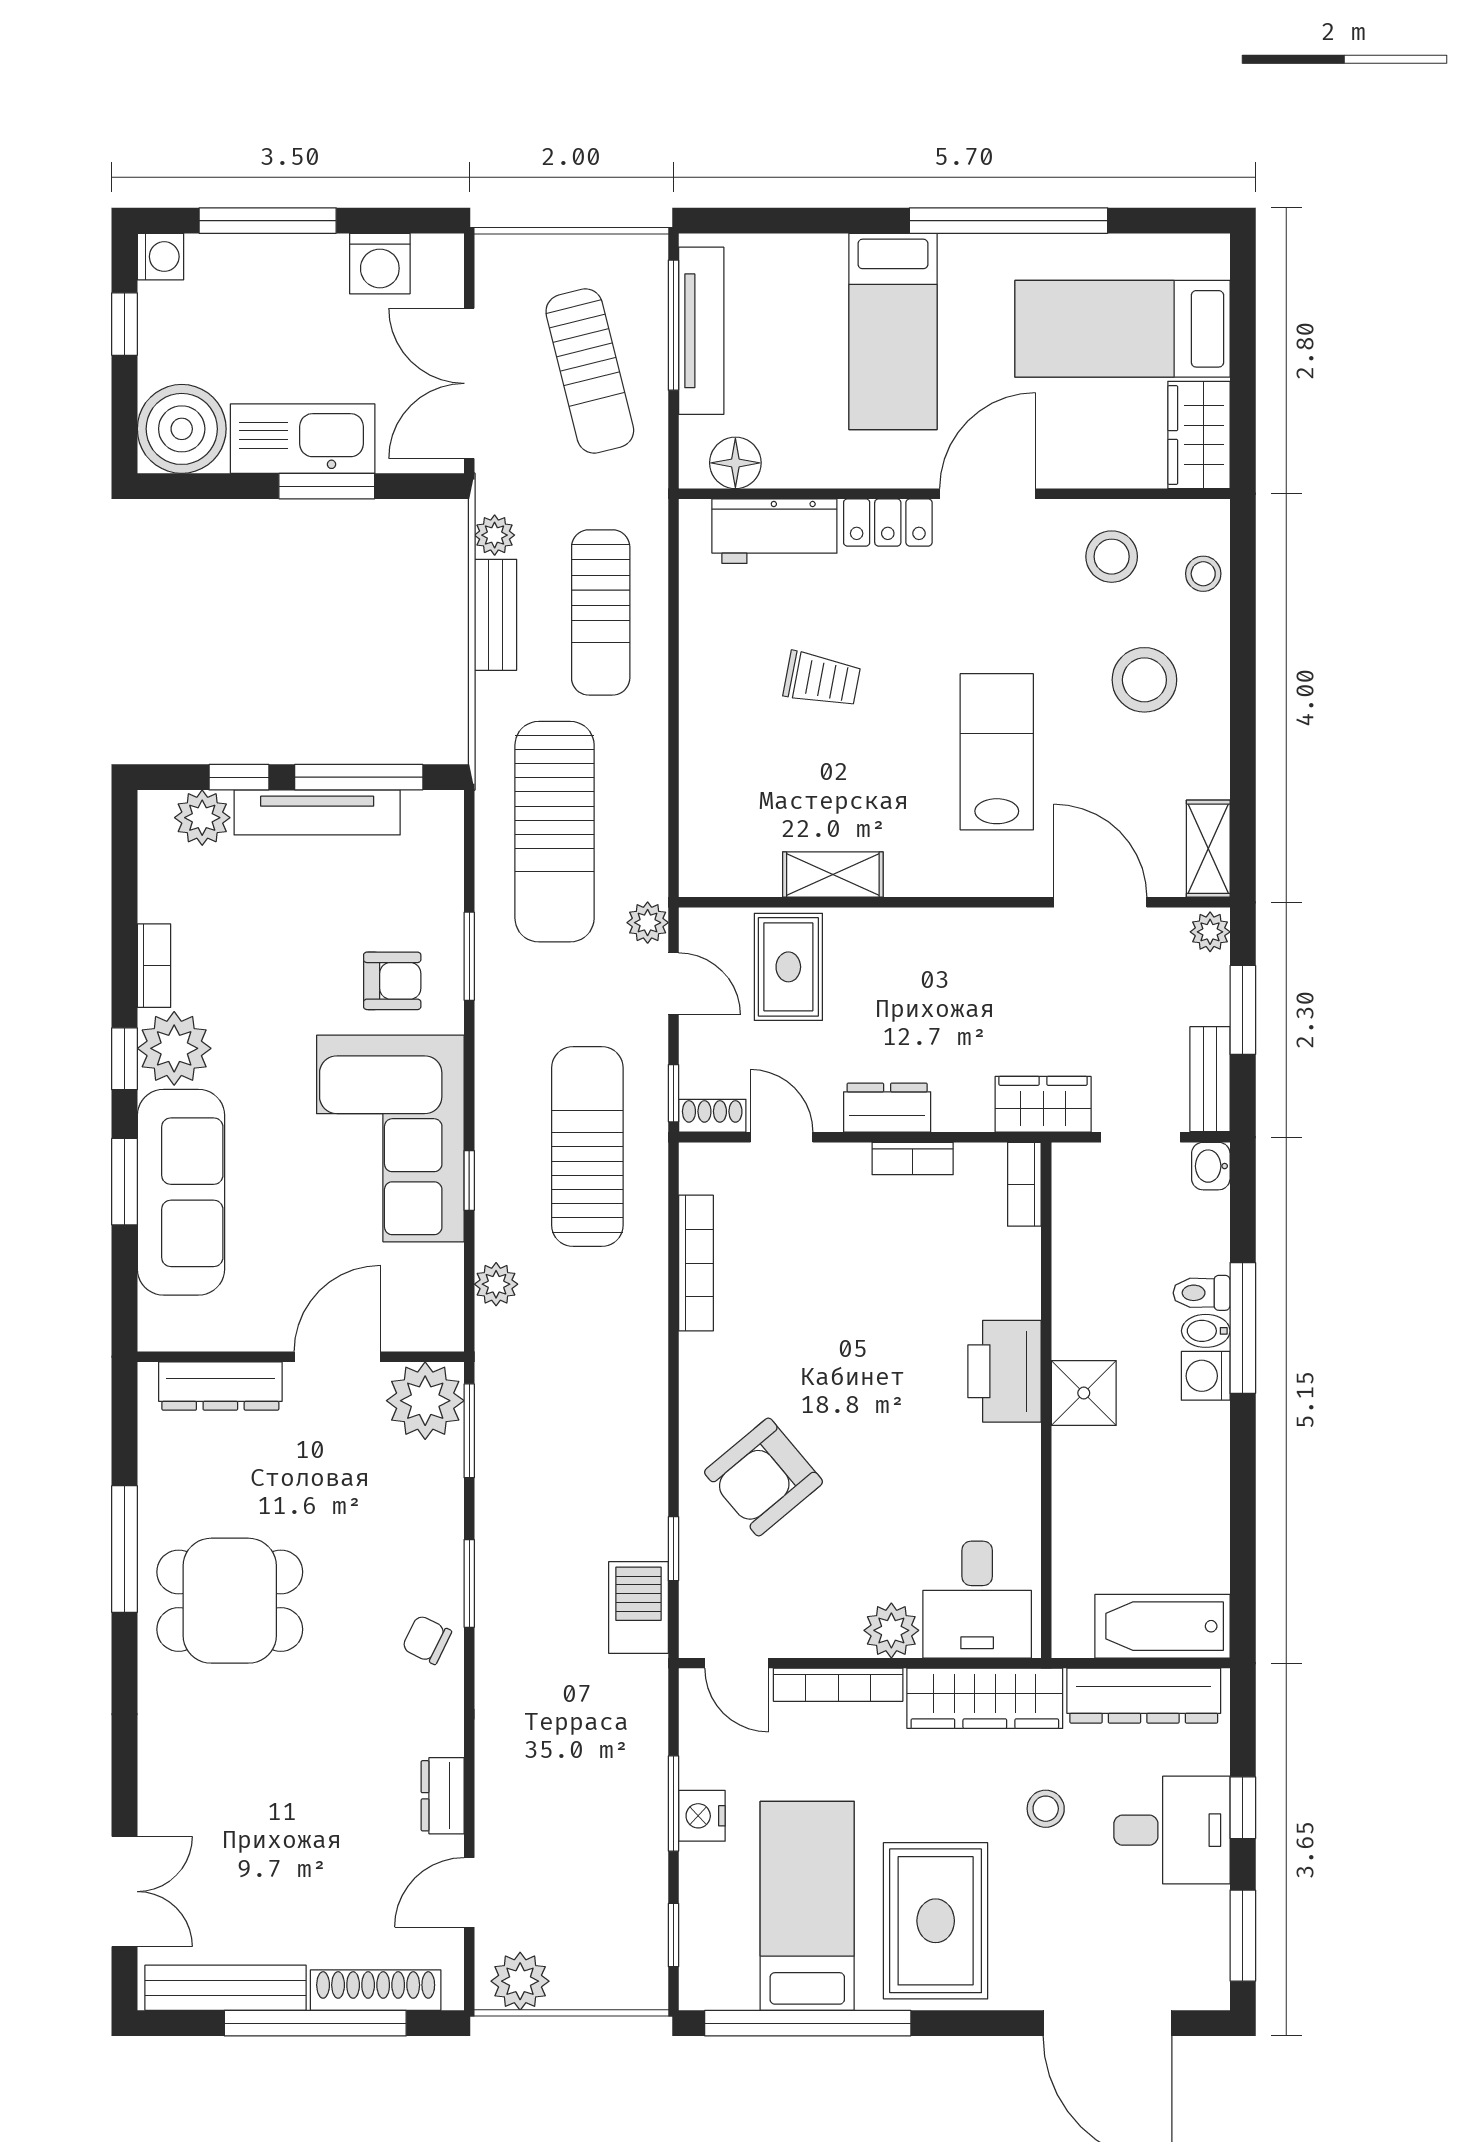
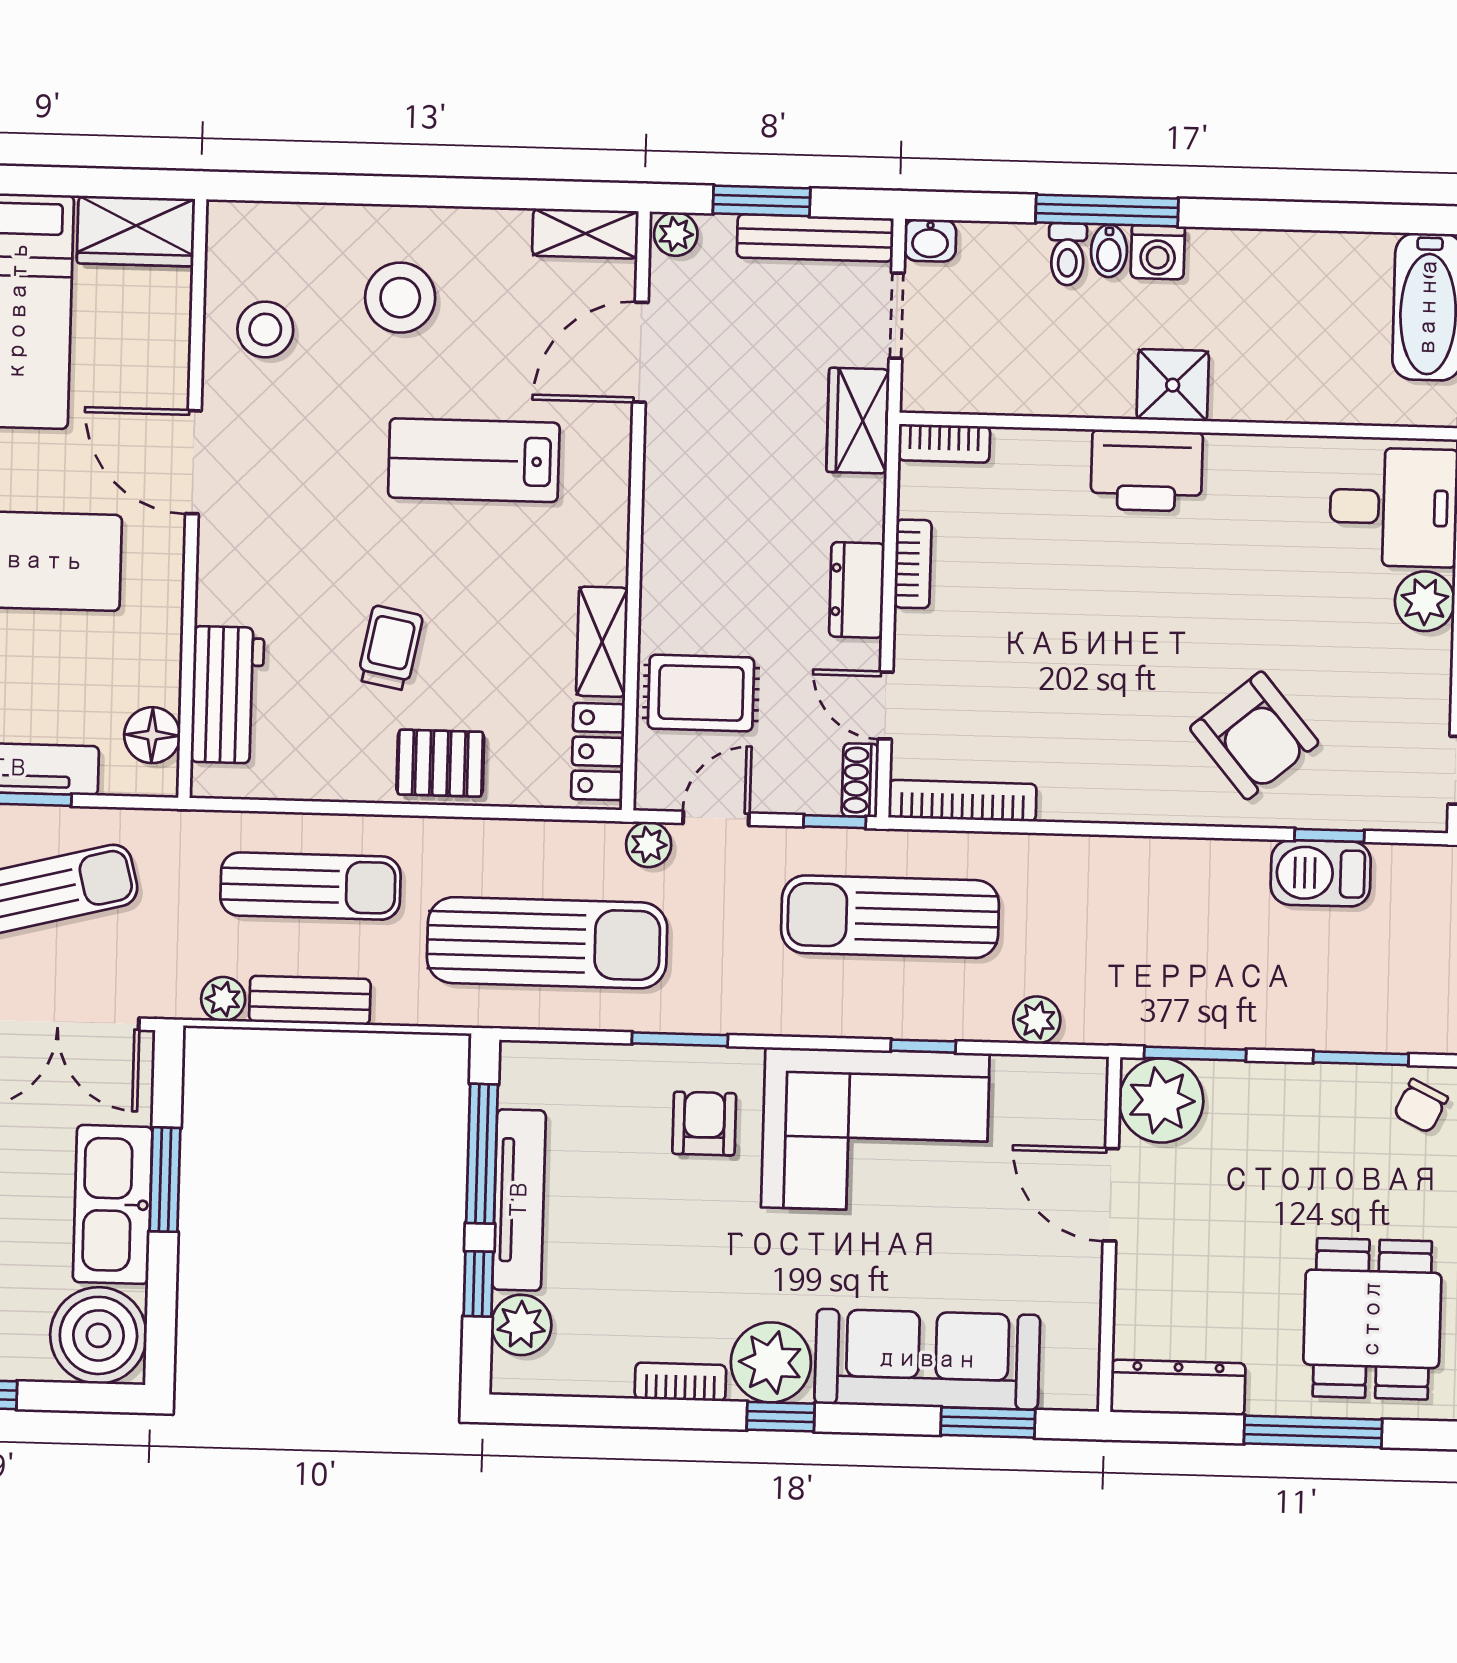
locker: (888, 522) -> (598, 752), moved, turned 180
stool: (1203, 574) -> (287, 231), removed
pallet: (717, 729) -> (440, 763), added
bench: (1210, 1079) -> (815, 238), width x1.36
door: (782, 1137) -> (886, 705), hinge flipped
window: (124, 1182) -> (988, 1422), moved
bookcase: (696, 1263) -> (962, 801), moved
dresser: (220, 1386) -> (1178, 1388), moved, turned -90
barbecue: (638, 1607) -> (1321, 873), moved

